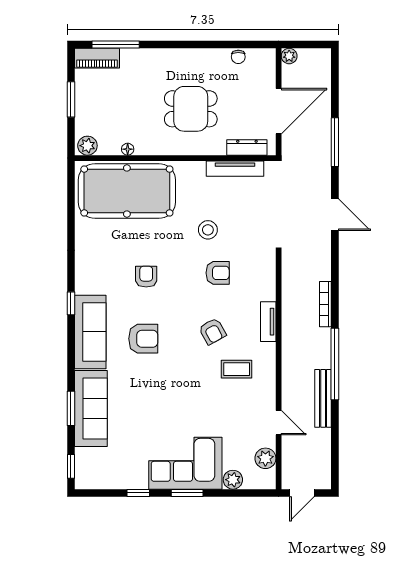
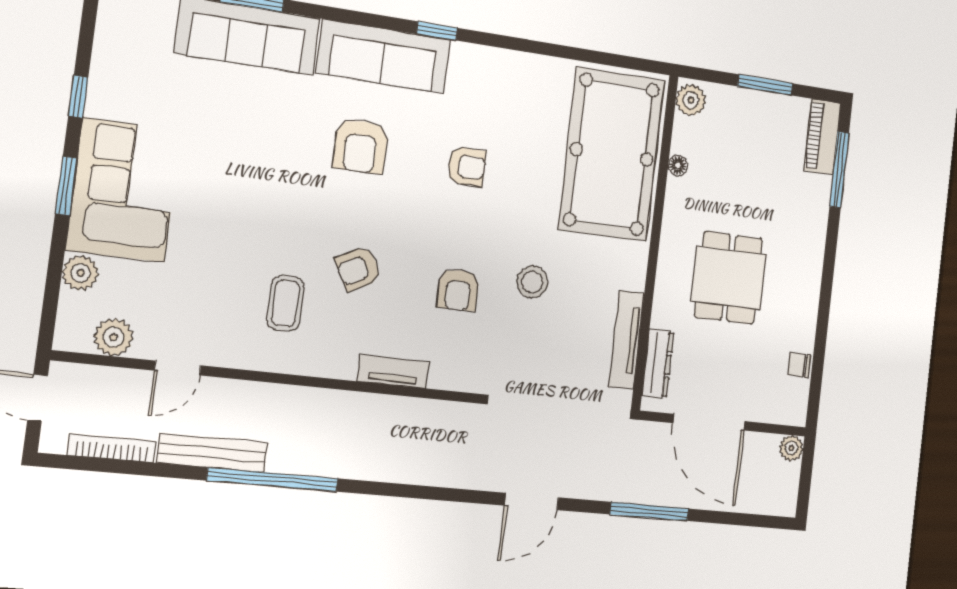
bookcase: (325, 304) -> (112, 448), moved
tv unit: (268, 322) -> (393, 372), moved

